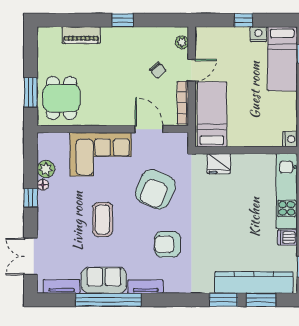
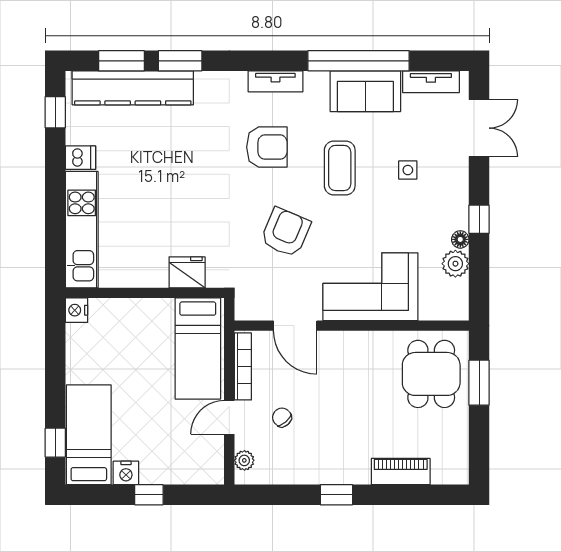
armchair: (155, 189) -> (286, 232), width x0.73, depth x0.73
coffee table: (103, 219) -> (340, 168), moved
side table: (77, 229) -> (408, 170), added
tv unit: (146, 287) -> (275, 81), moved

